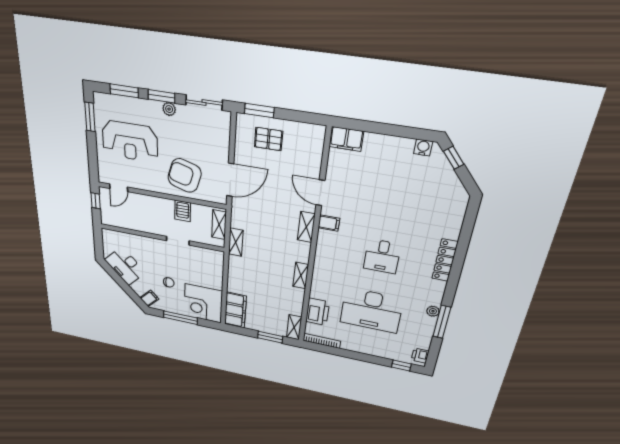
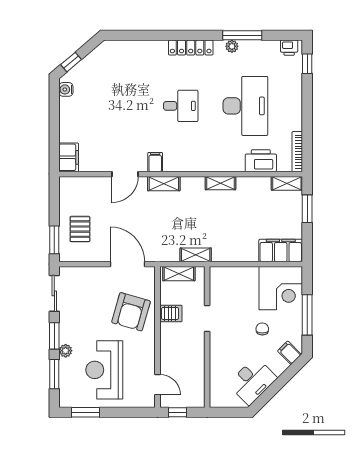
plant: (169, 109) -> (66, 351), moved
reception desk: (130, 141) -> (104, 370), turned 180
locker: (445, 260) -> (191, 48), moved

